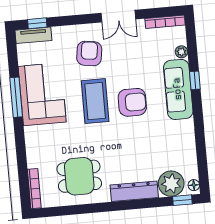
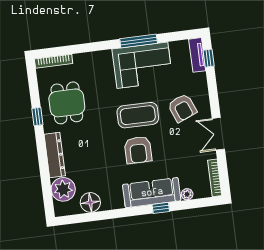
armchair: (89, 54) -> (182, 108), turned 60
floor lamp: (194, 185) -> (90, 202), moved, width x1.89, depth x1.89
window: (182, 200) -> (37, 117), moved

